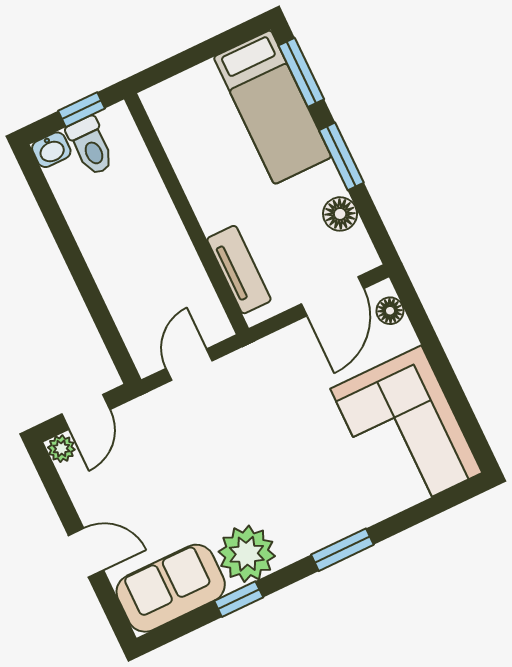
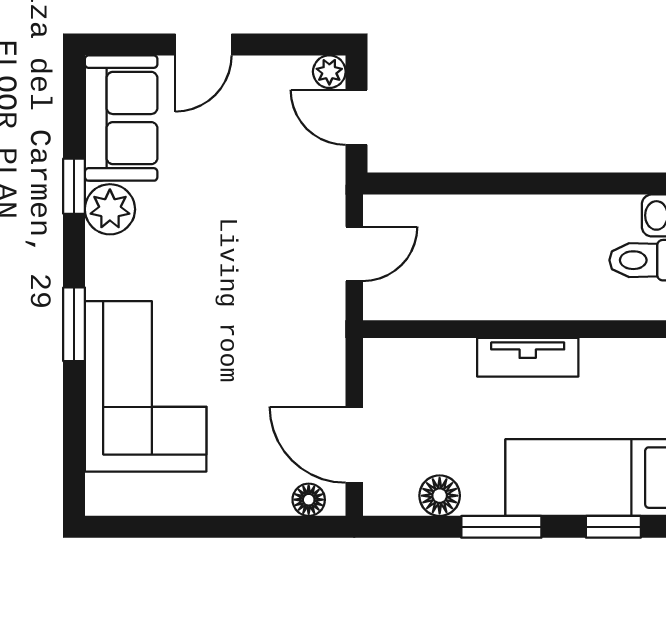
window: (301, 72) -> (613, 527), width x0.67
tv unit: (239, 270) -> (528, 357), moved
door: (189, 365) -> (354, 254), hinge flipped
corner sofa: (406, 431) -> (146, 386), moved, turned 90
plant: (247, 554) -> (110, 209), width x0.73, depth x0.73

